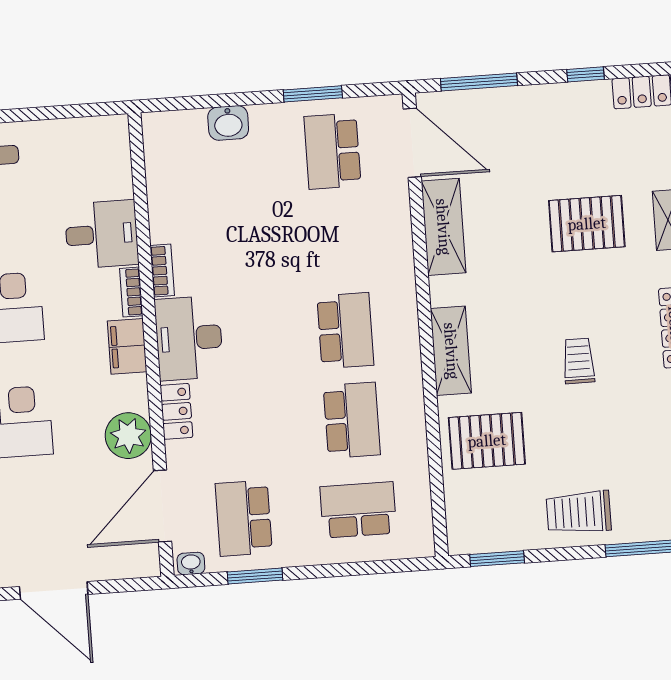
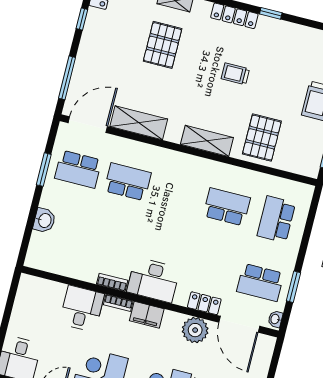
school desk: (345, 331) -> (128, 182), moved
locker: (176, 411) -> (204, 303), moved

